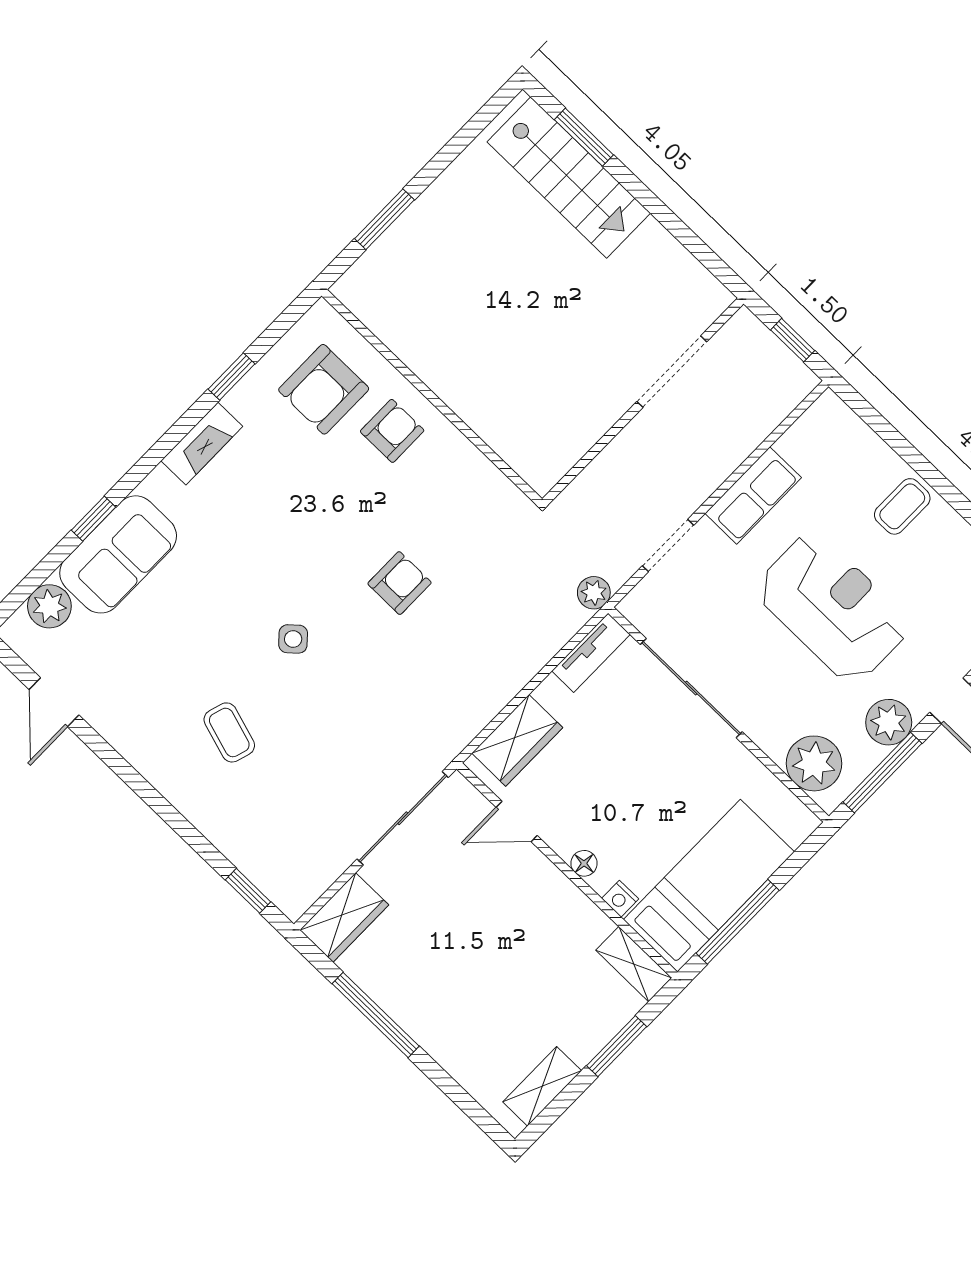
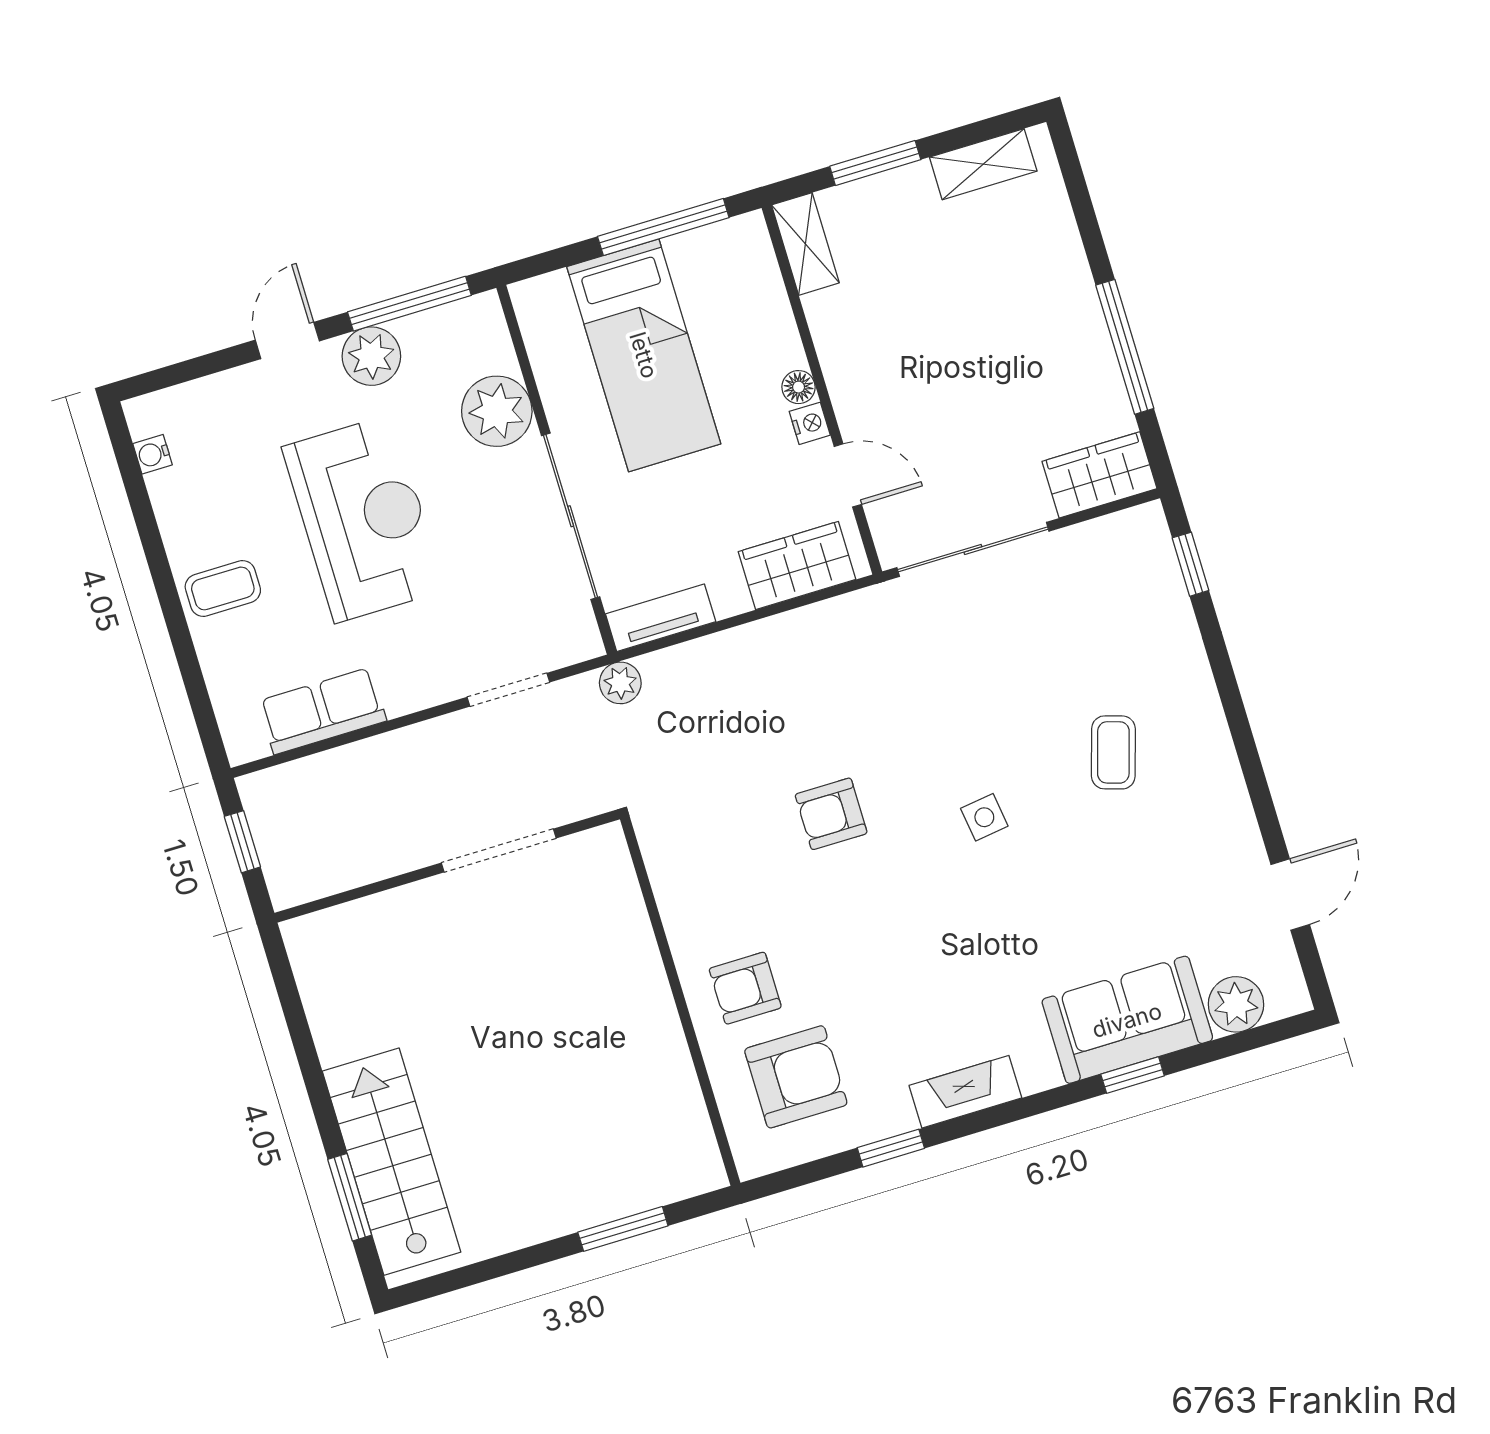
doorway: (672, 372) -> (499, 851), moved
row of seats: (753, 495) -> (322, 711), moved
reception desk: (832, 608) -> (363, 519), turned 180
side table: (293, 639) -> (984, 817), turned 34
plant: (814, 763) -> (497, 411), moved
bed: (709, 886) -> (644, 355), moved, turned -90
nightstand: (620, 899) -> (810, 423), moved

